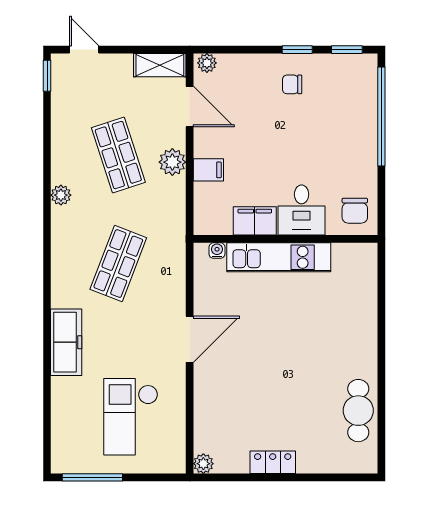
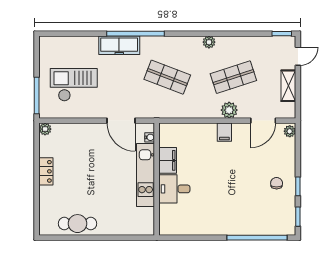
shelving: (160, 65) -> (288, 86), moved
desk: (302, 210) -> (174, 189), moved
chair: (355, 211) -> (200, 221), removed
filing cabinet: (255, 221) -> (168, 160), moved
wall: (285, 239) -> (157, 179), moved
water cooler: (217, 251) -> (150, 137), moved
kitchen unit: (279, 257) -> (146, 175), moved
window: (47, 316) -> (136, 34), added
window: (92, 477) -> (37, 95), moved

